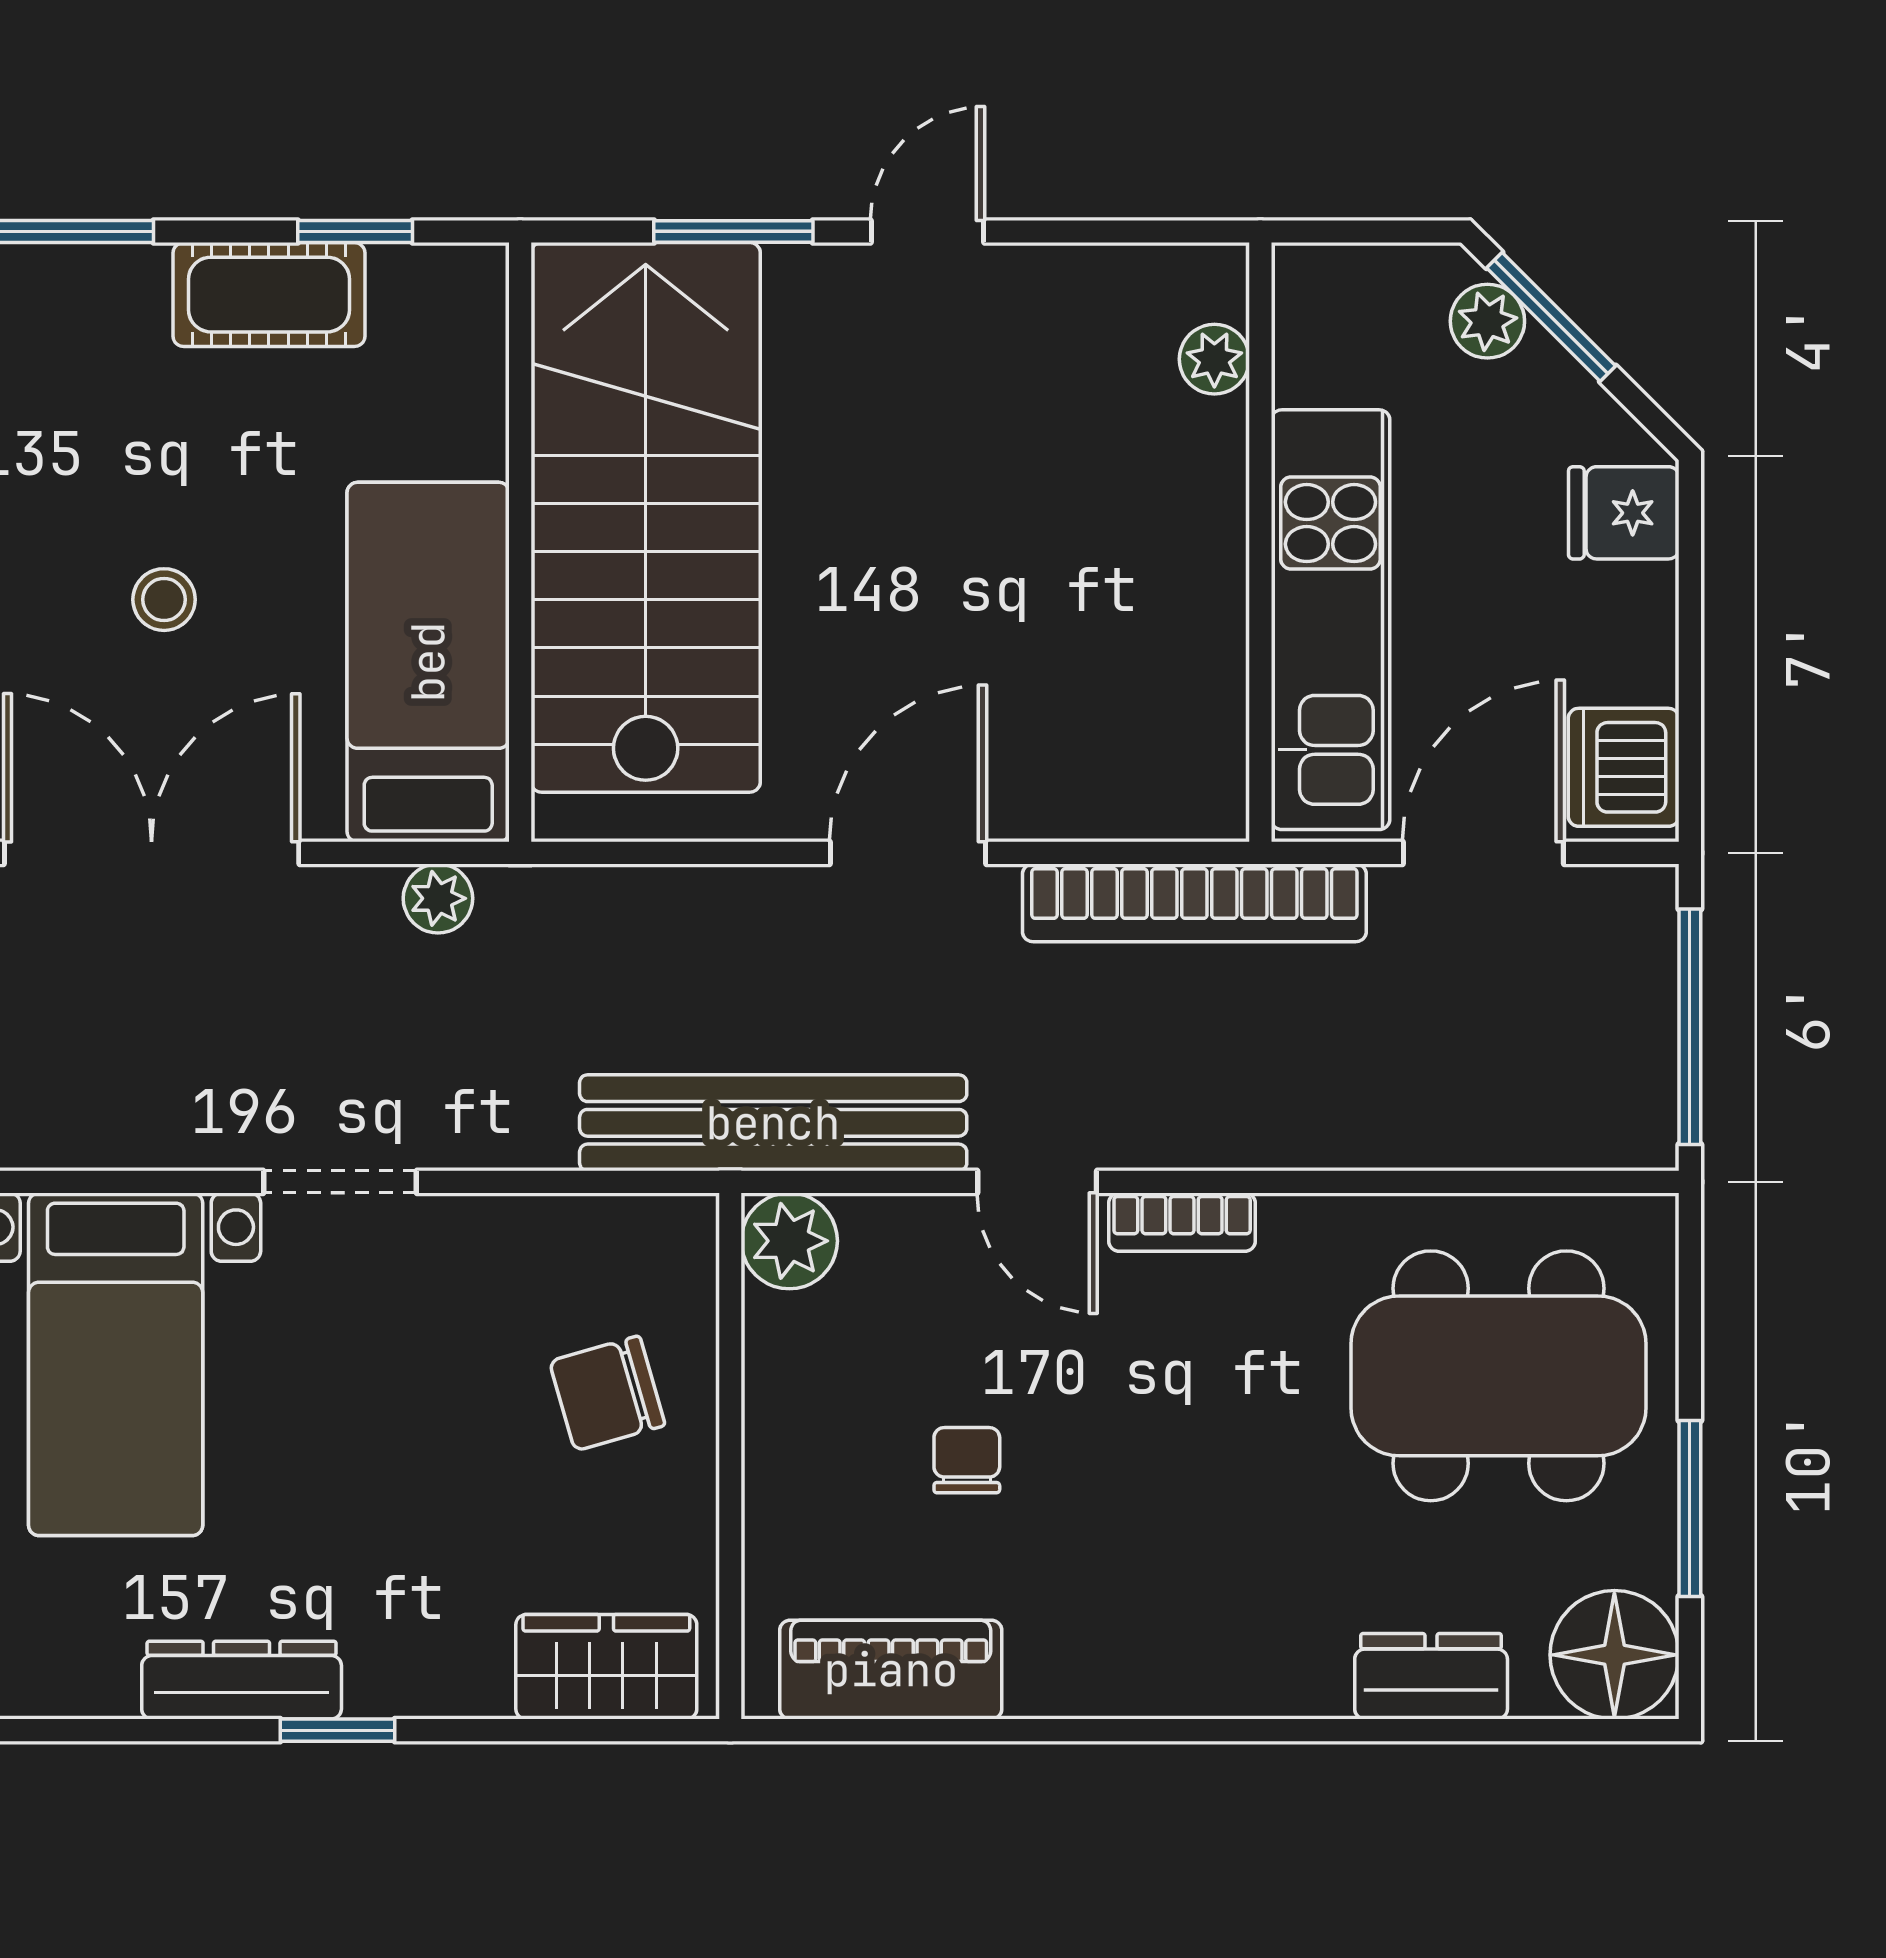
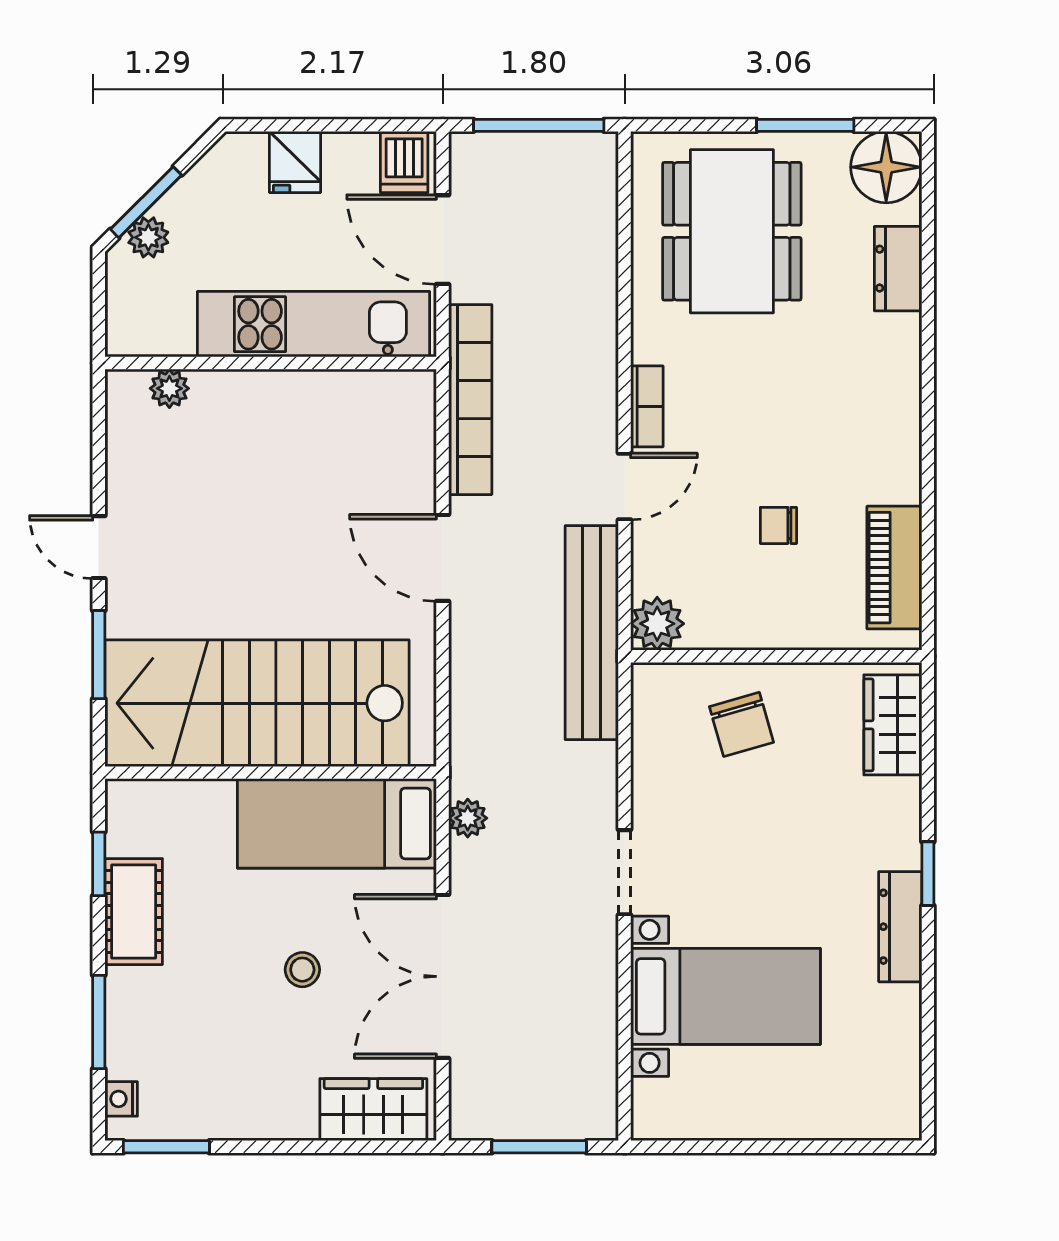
fridge: (1624, 513) -> (295, 162), moved
dishwasher: (1624, 767) -> (404, 162), width x0.73

